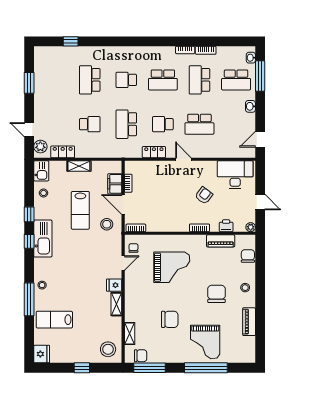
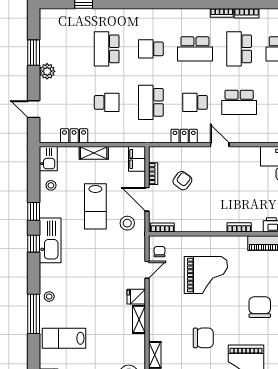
plant: (40, 147) -> (47, 71), moved
filing cabinet: (115, 184) -> (137, 159), moved
armchair: (204, 196) -> (182, 181), moved

